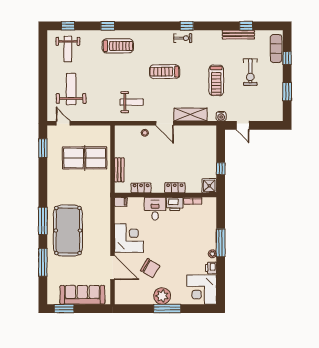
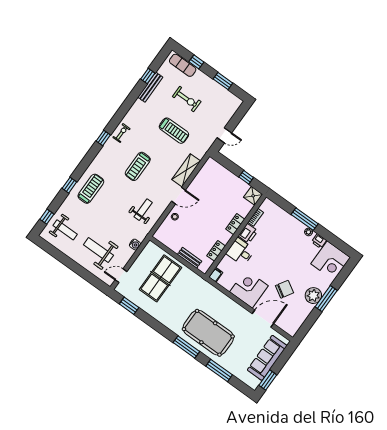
window: (187, 26) -> (103, 138), moved
water cooler: (221, 116) -> (135, 245), moved

